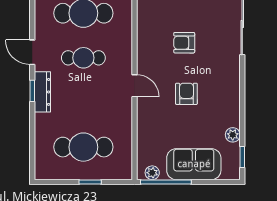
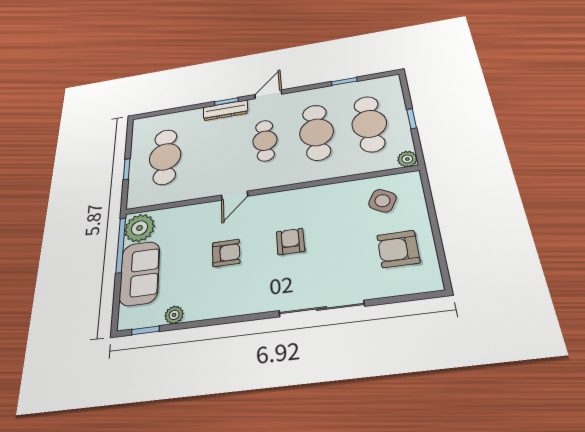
plant: (152, 173) -> (140, 228), width x1.87, depth x1.87

